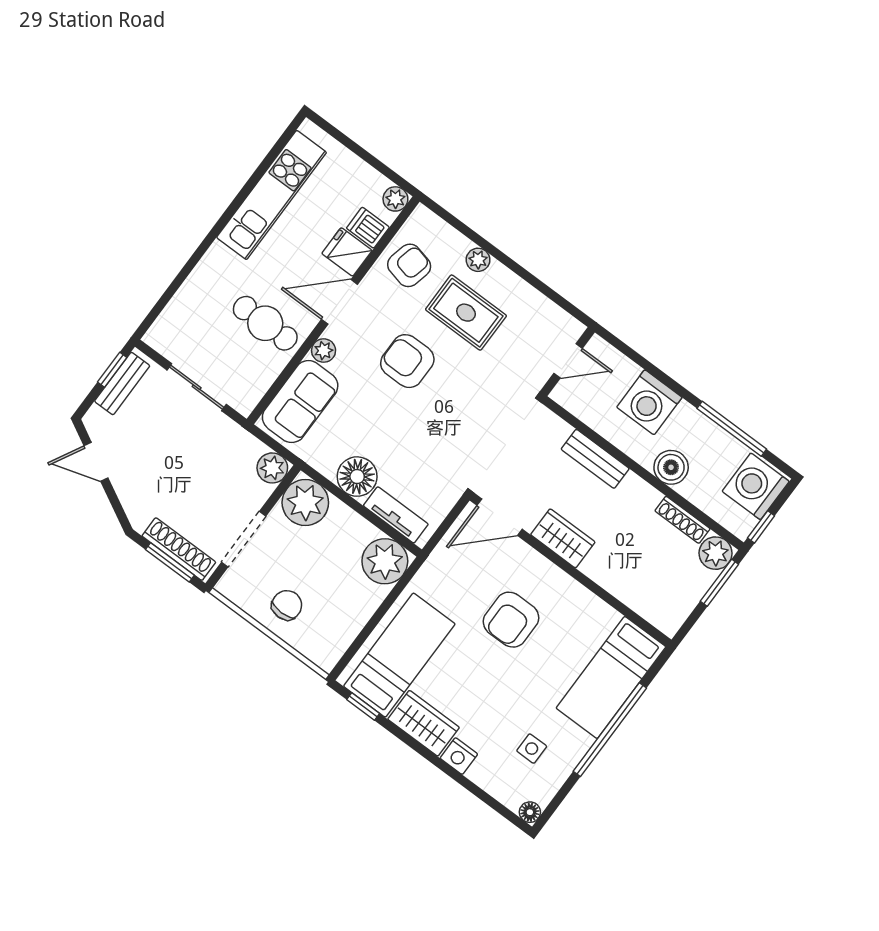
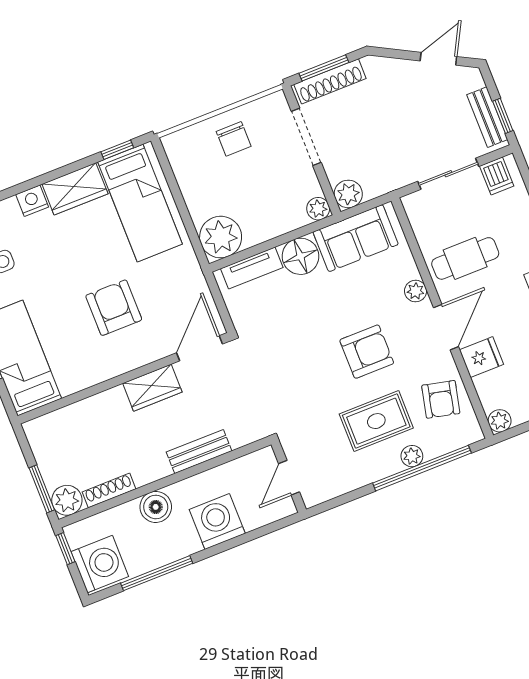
dishwasher: (368, 228) -> (497, 176), moved, turned 90
window: (483, 244) -> (422, 468), added
sofa: (300, 402) -> (356, 238), moved, turned -90
plant: (305, 502) -> (318, 209), width x0.53, depth x0.53

